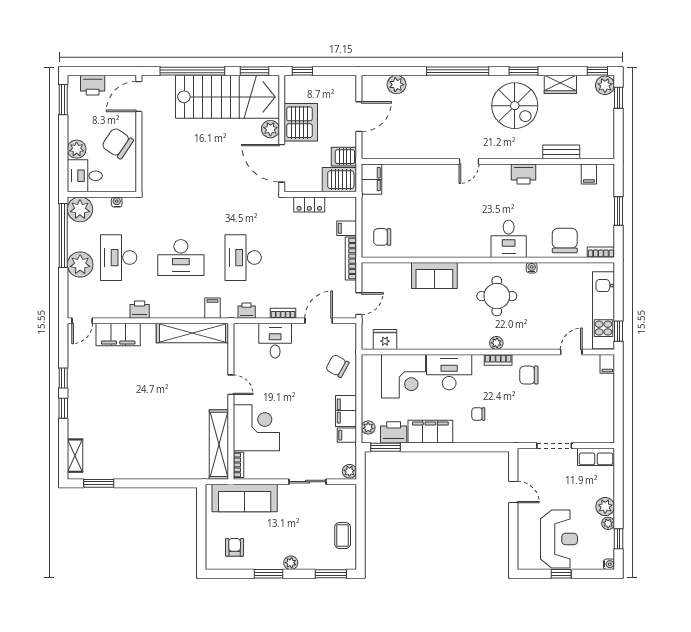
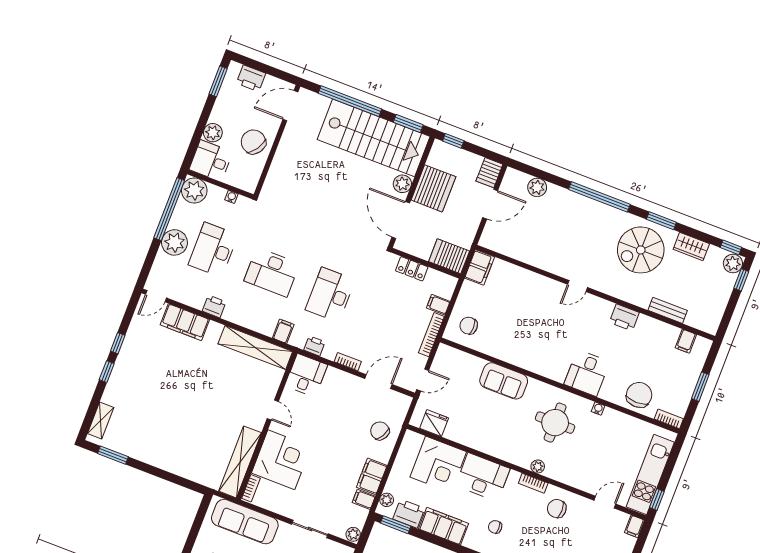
spiral stairs: (515, 106) -> (641, 250), turned 90
server rack: (344, 157) -> (489, 173), moved, turned -90
desk: (275, 341) -> (306, 375), moved

